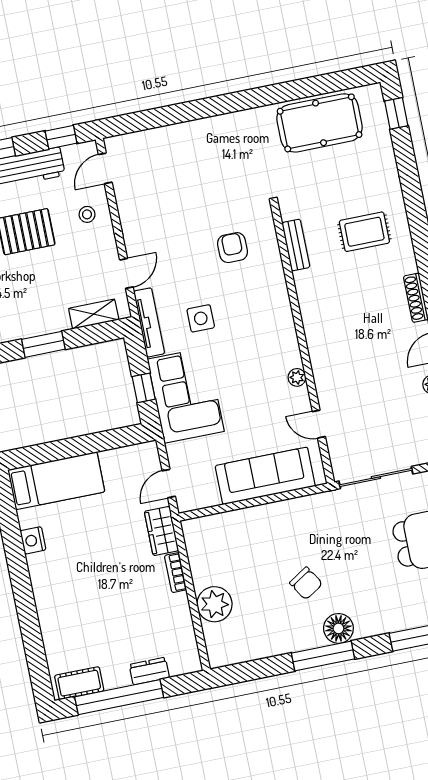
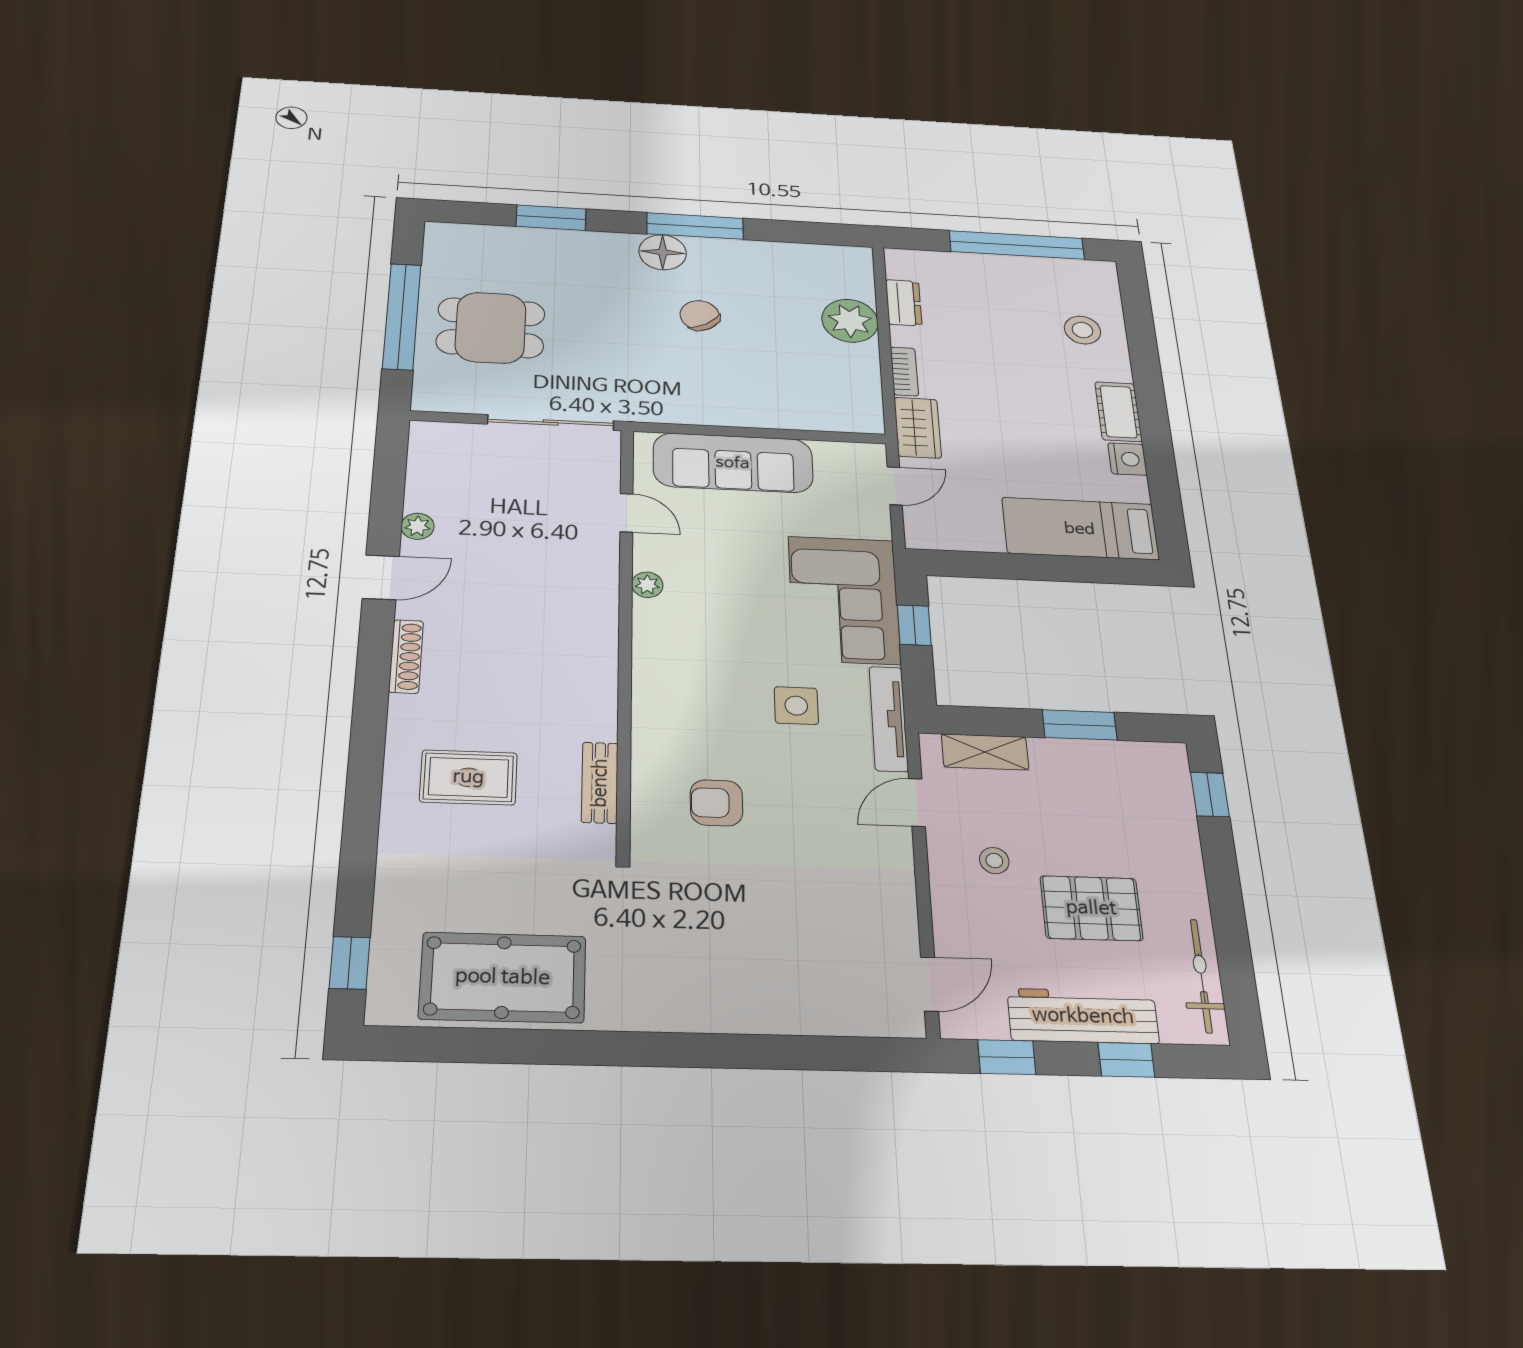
stool: (87, 214) -> (994, 861), moved
armchair: (233, 248) -> (716, 803), turned 90
stool: (70, 636) -> (1082, 330), added
dresser: (149, 671) -> (904, 303), moved, turned -90
cot: (79, 683) -> (1119, 412), moved, turned 90

